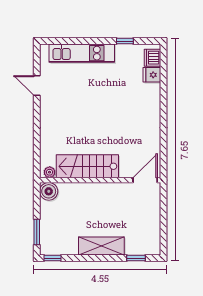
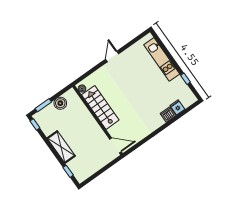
dishwasher: (153, 58) -> (168, 114), moved
door: (37, 86) -> (112, 56), moved
boiler: (49, 191) -> (60, 103), moved

